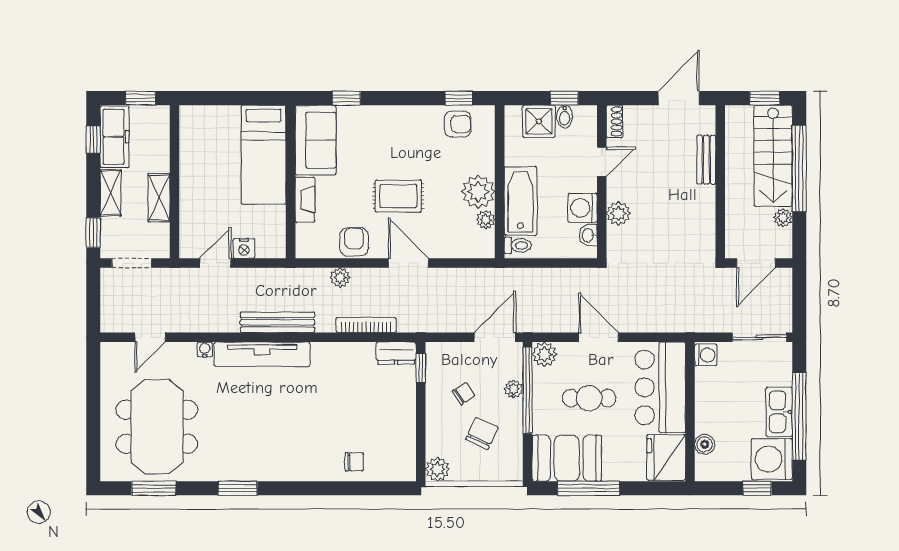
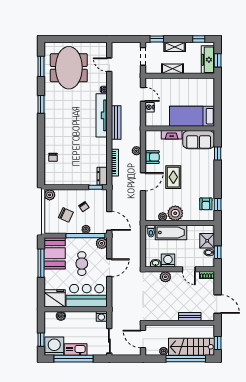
freezer: (115, 137) -> (208, 60), moved, turned 90
meeting table: (157, 427) -> (69, 68), turned 90

